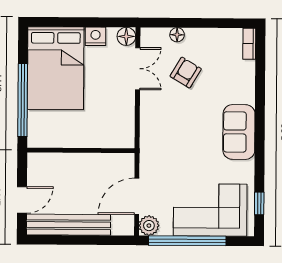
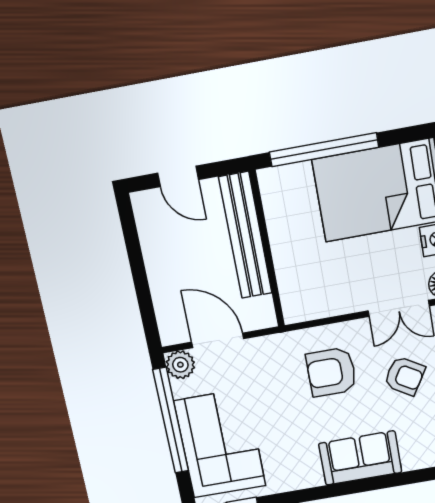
armchair: (173, 123) -> (331, 372), added
sofa: (239, 132) -> (360, 458), moved
bench: (68, 225) -> (245, 235), moved

